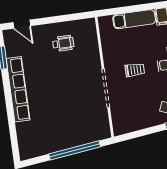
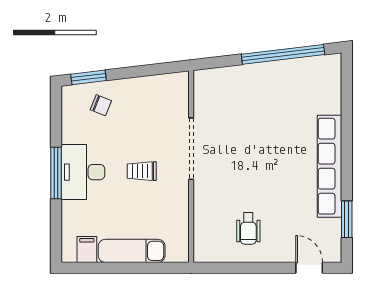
wheelchair: (63, 43) -> (248, 228), turned -90
window: (75, 150) -> (283, 54), moved

